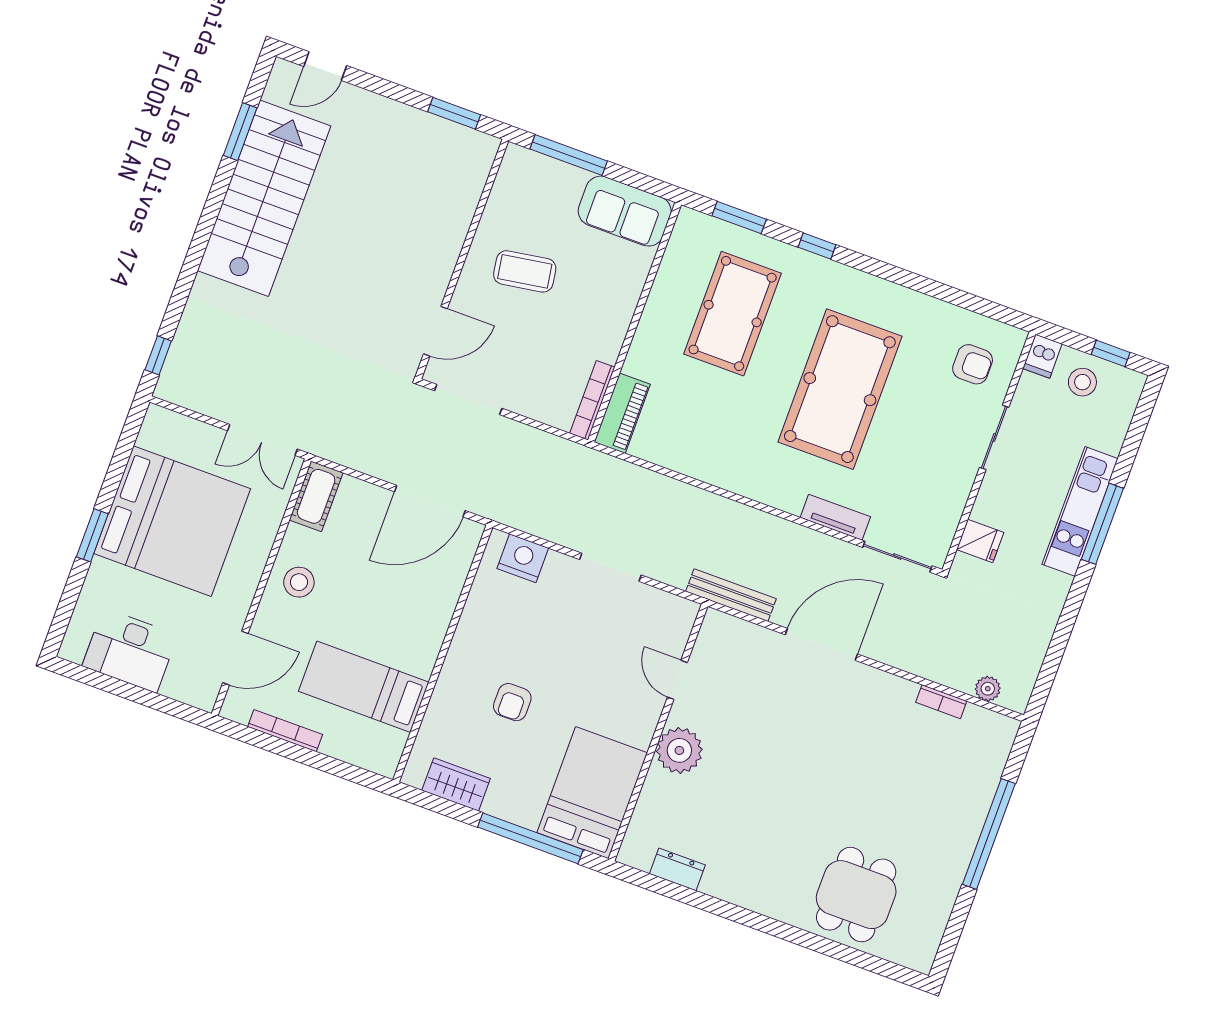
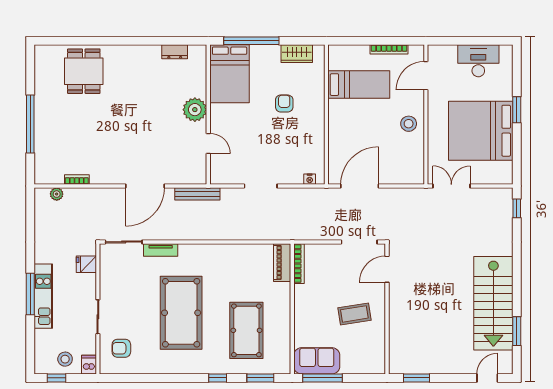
window: (569, 155) -> (323, 378), moved
cot: (316, 496) -> (416, 168), removed
nightstand: (523, 558) -> (310, 179), width x0.53, depth x0.56

